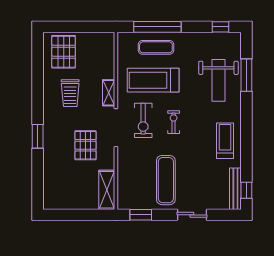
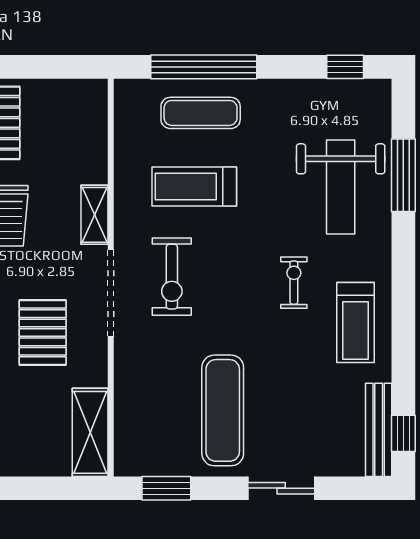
treadmill: (153, 80) -> (194, 187), width x0.73, depth x0.73
exercise bike: (174, 122) -> (294, 283), moved
treadmill: (225, 141) -> (355, 323), turned 180

